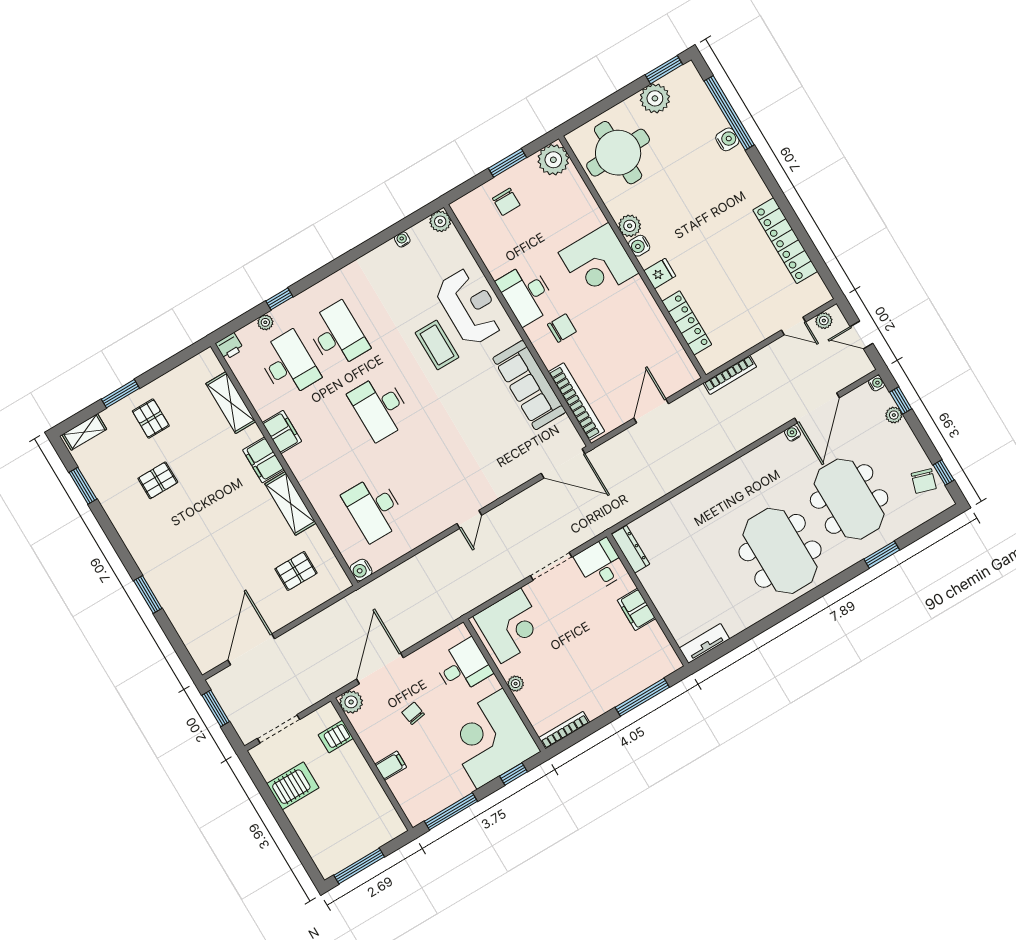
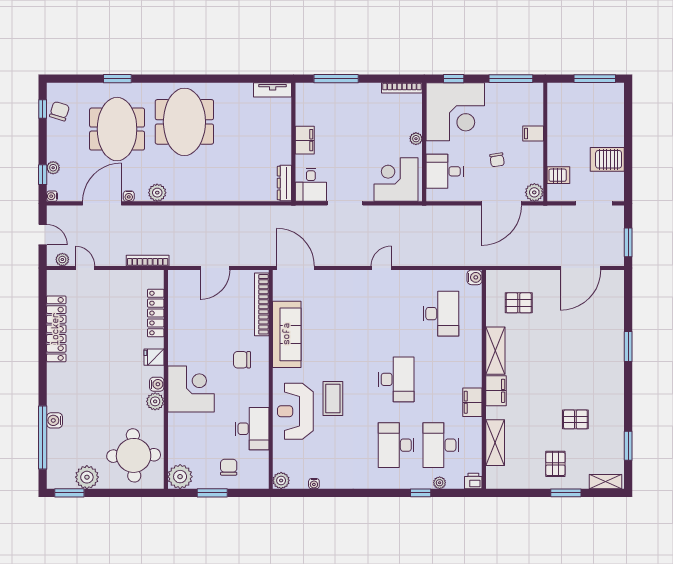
desk: (526, 294) -> (252, 429), moved
plant: (764, 456) -> (157, 193), added

